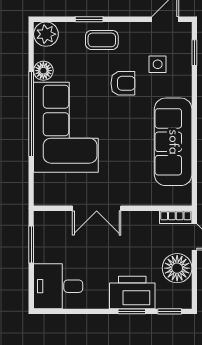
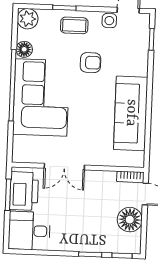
side table: (158, 64) -> (109, 21), moved
printer: (132, 293) -> (24, 191), moved, turned 90

